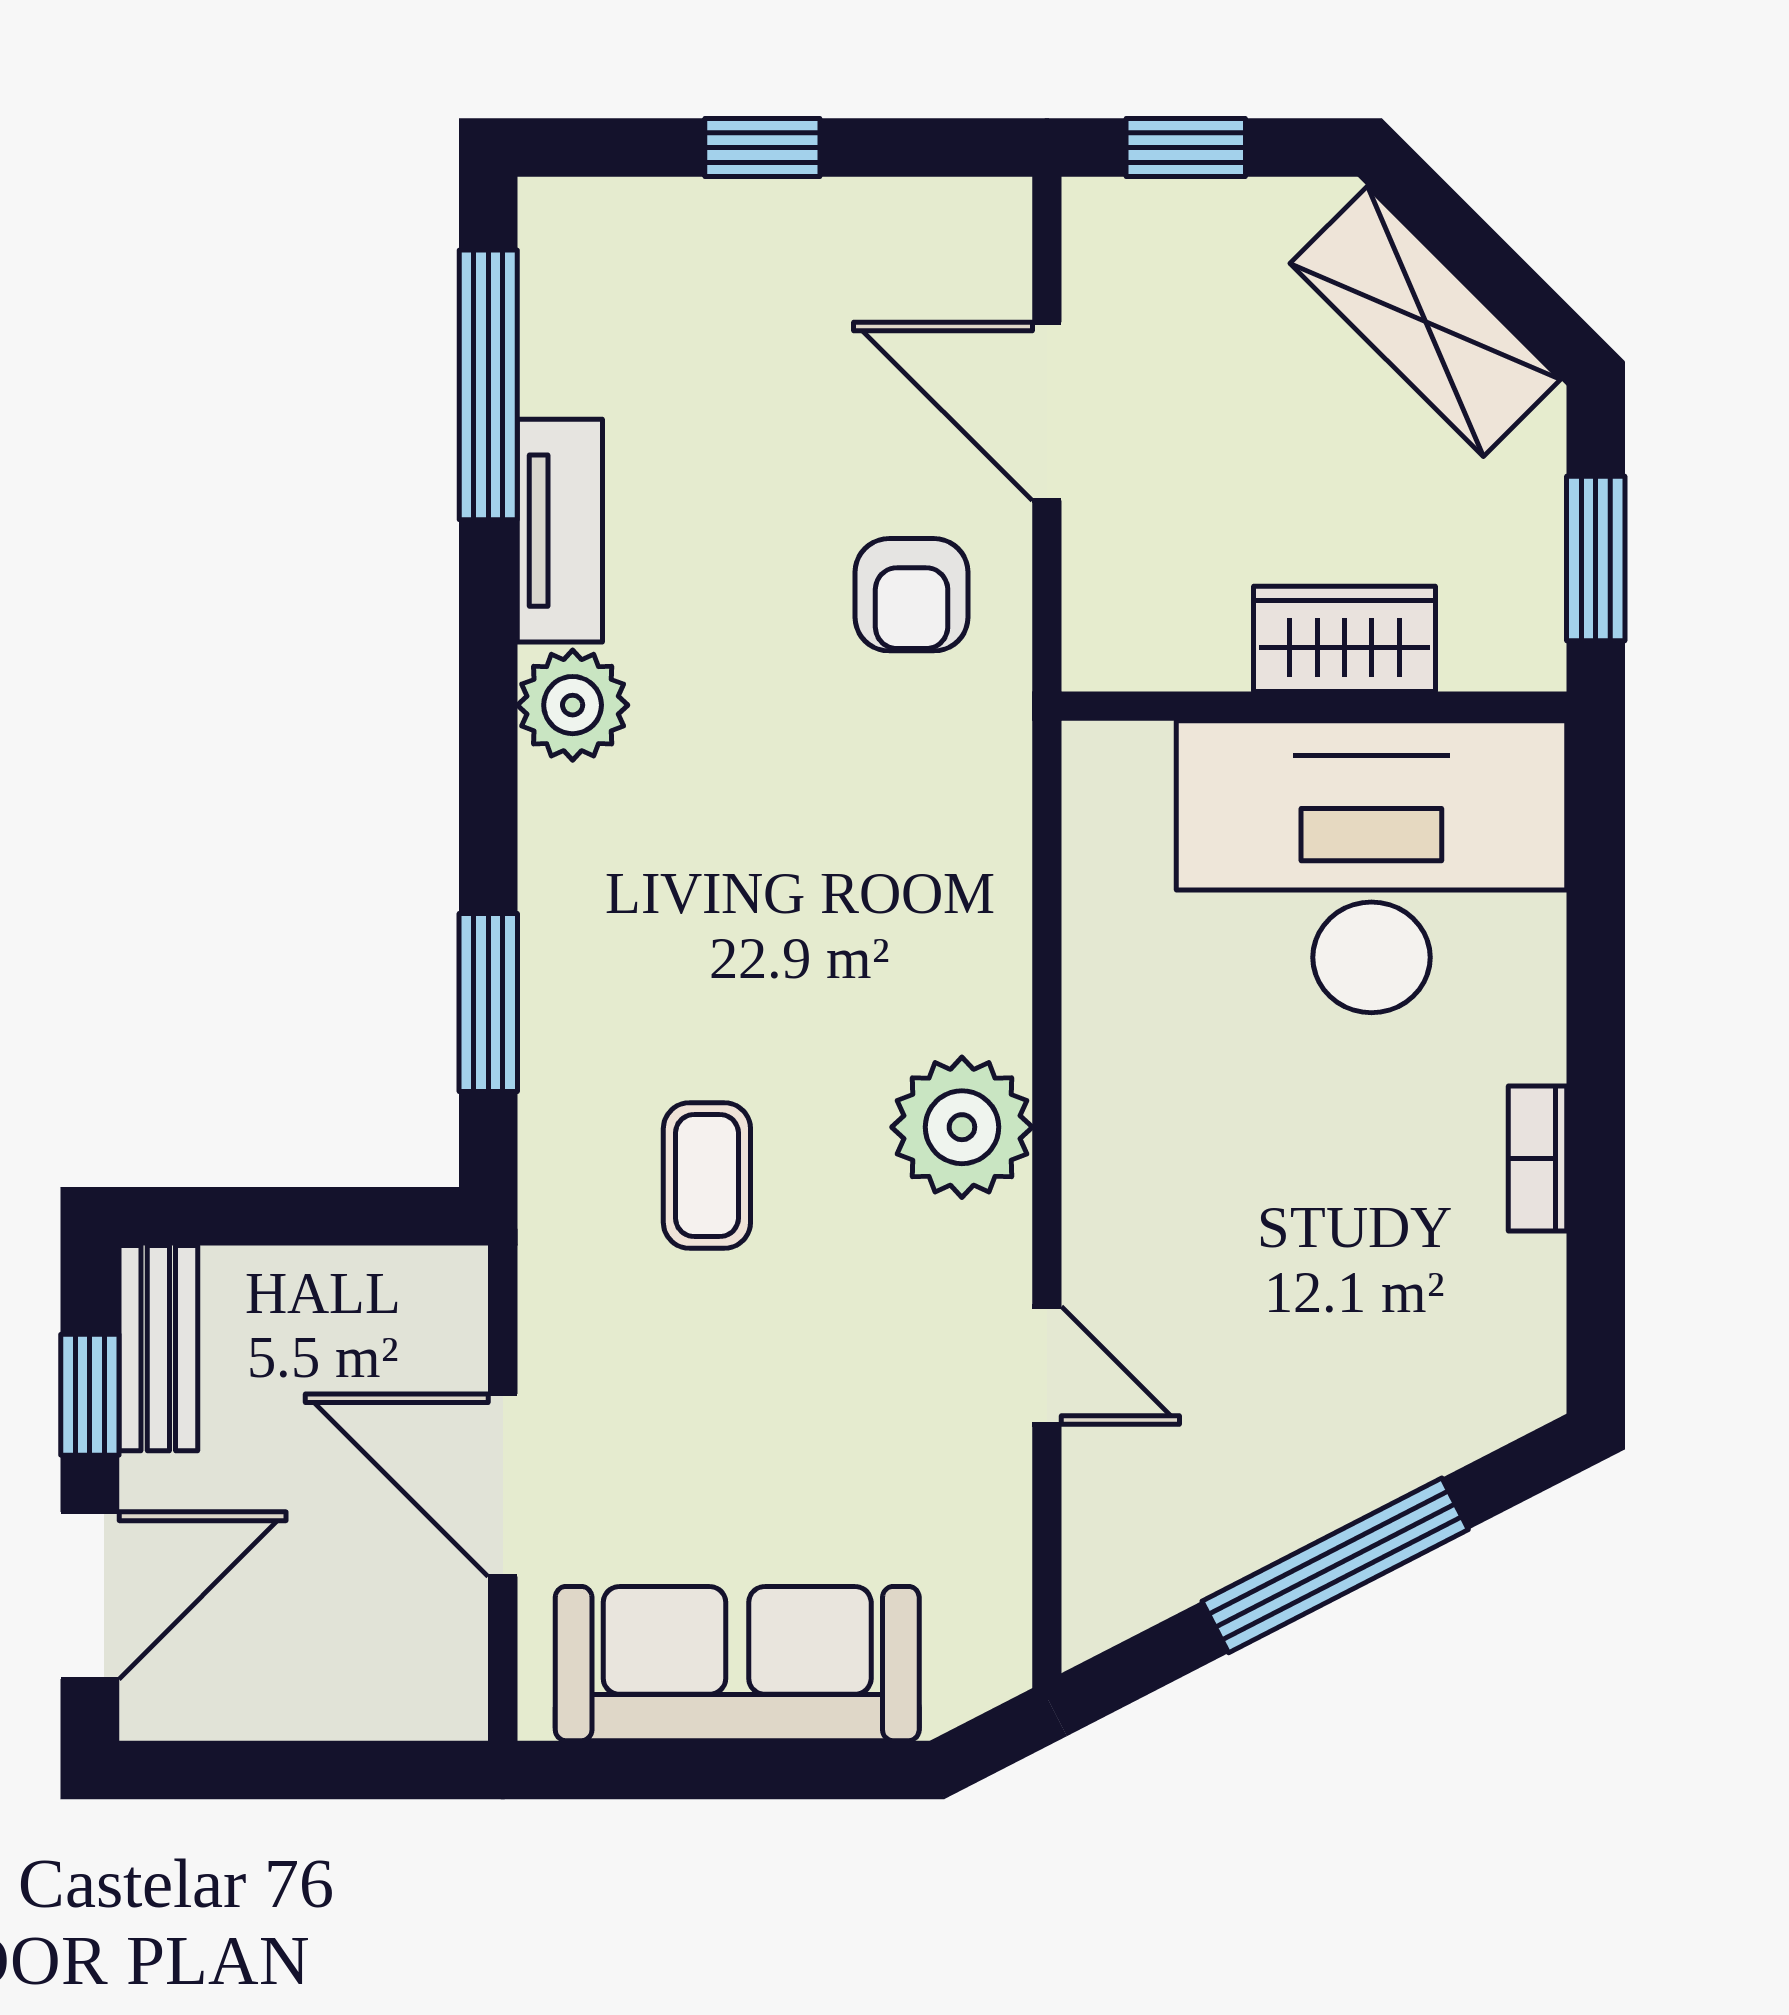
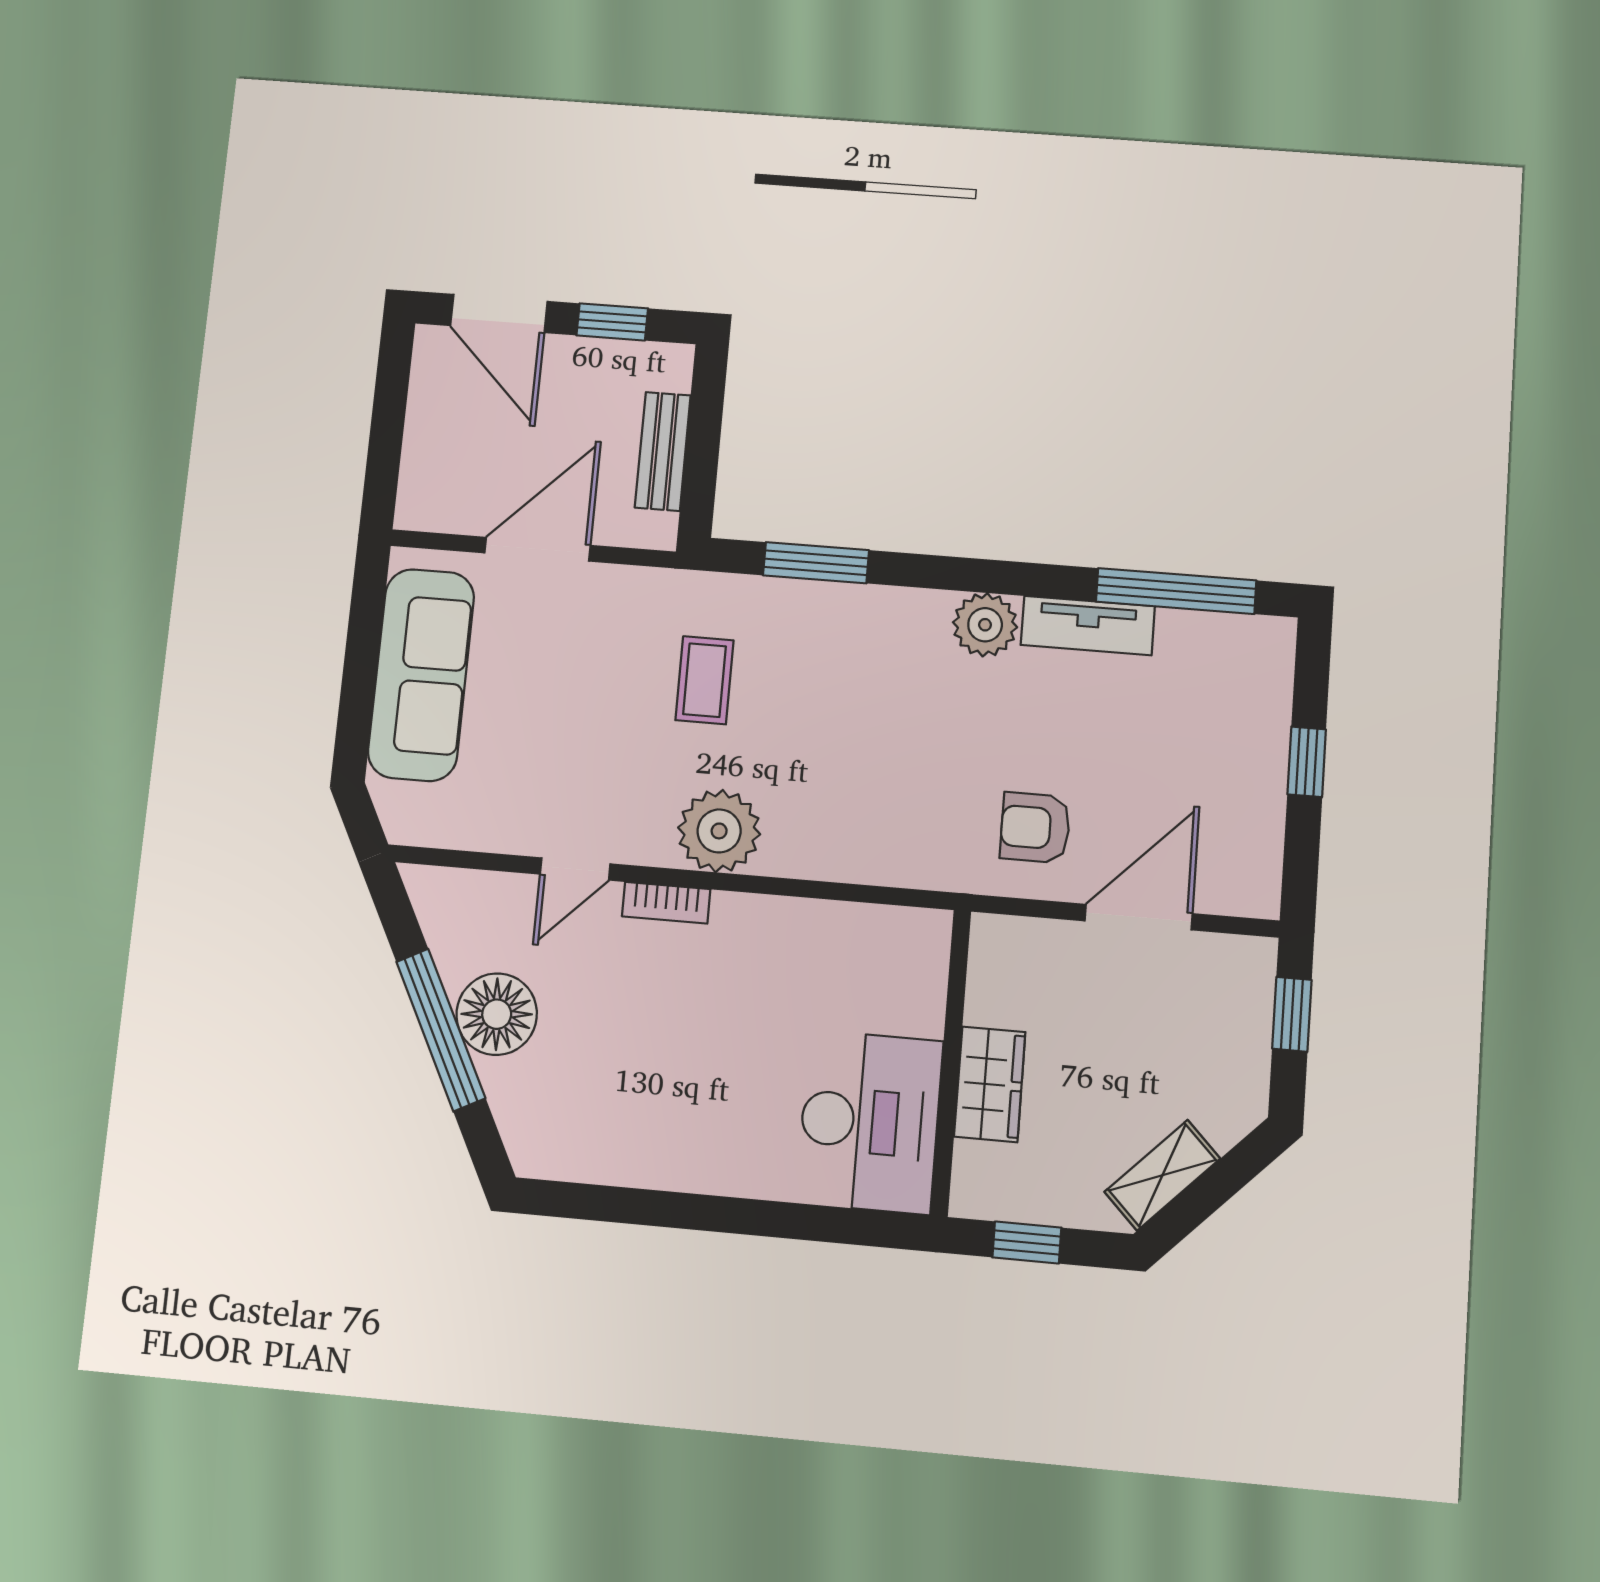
shelving: (1425, 321) -> (1162, 1175), width x0.67, depth x0.75
window: (1596, 558) -> (1027, 1242), width x0.67
desk: (1371, 867) -> (870, 1122), width x0.73, depth x0.77
bookcase: (1538, 1159) -> (666, 903), moved, turned 180
coffee table: (707, 1175) -> (705, 680), turned 90
bench: (158, 1348) -> (663, 451), moved, turned 90
floor lamp: (1301, 1474) -> (497, 1014), added

